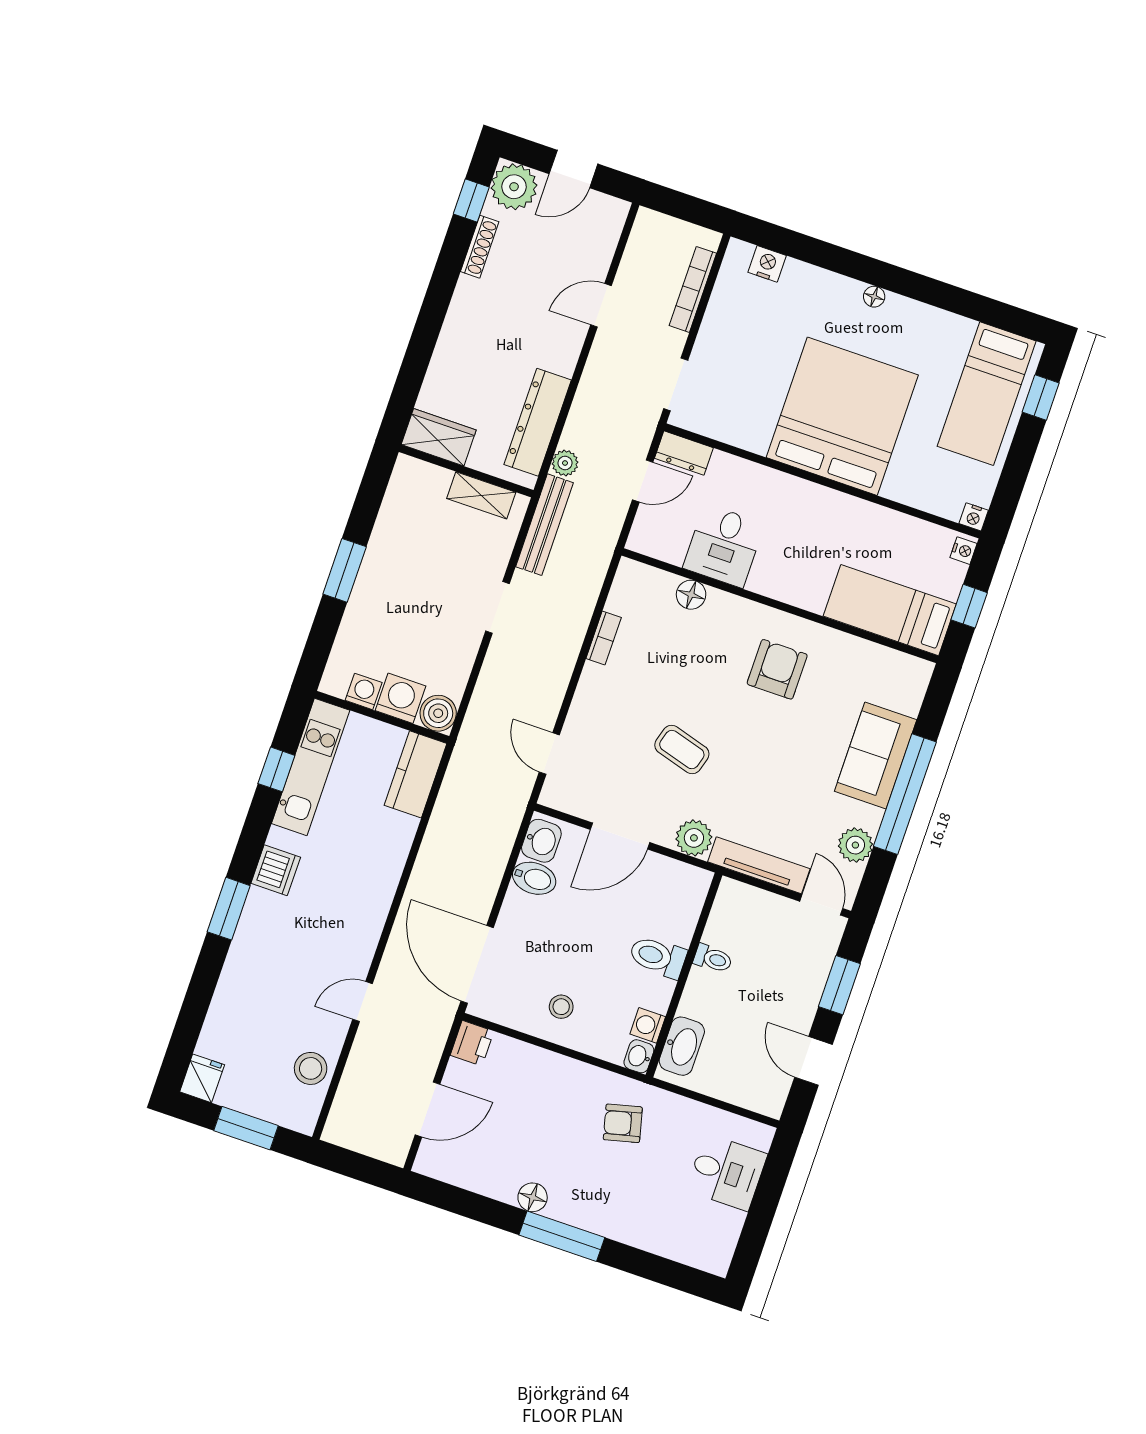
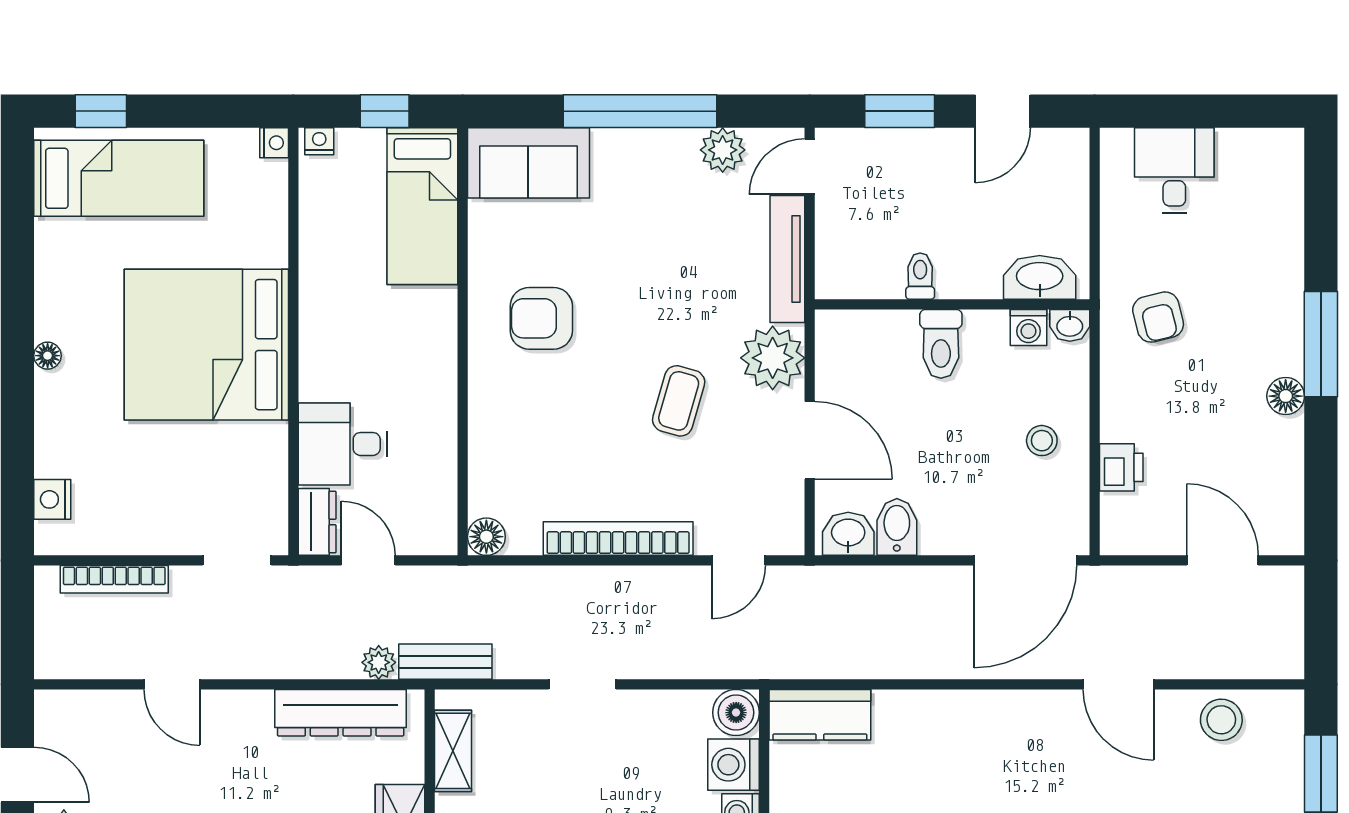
bench: (545, 525) -> (445, 662), width x0.73
desk: (724, 546) -> (343, 444), moved, turned 180
floor lamp: (691, 595) -> (486, 537), moved
bookcase: (604, 638) -> (618, 539), width x2.31, depth x1.31
sofa: (876, 755) -> (528, 163), moved
plant: (694, 838) -> (773, 358), width x1.36, depth x1.36
door: (363, 1002) -> (1118, 684), width x1.38
printer: (472, 1043) -> (1121, 467), moved, turned 90

